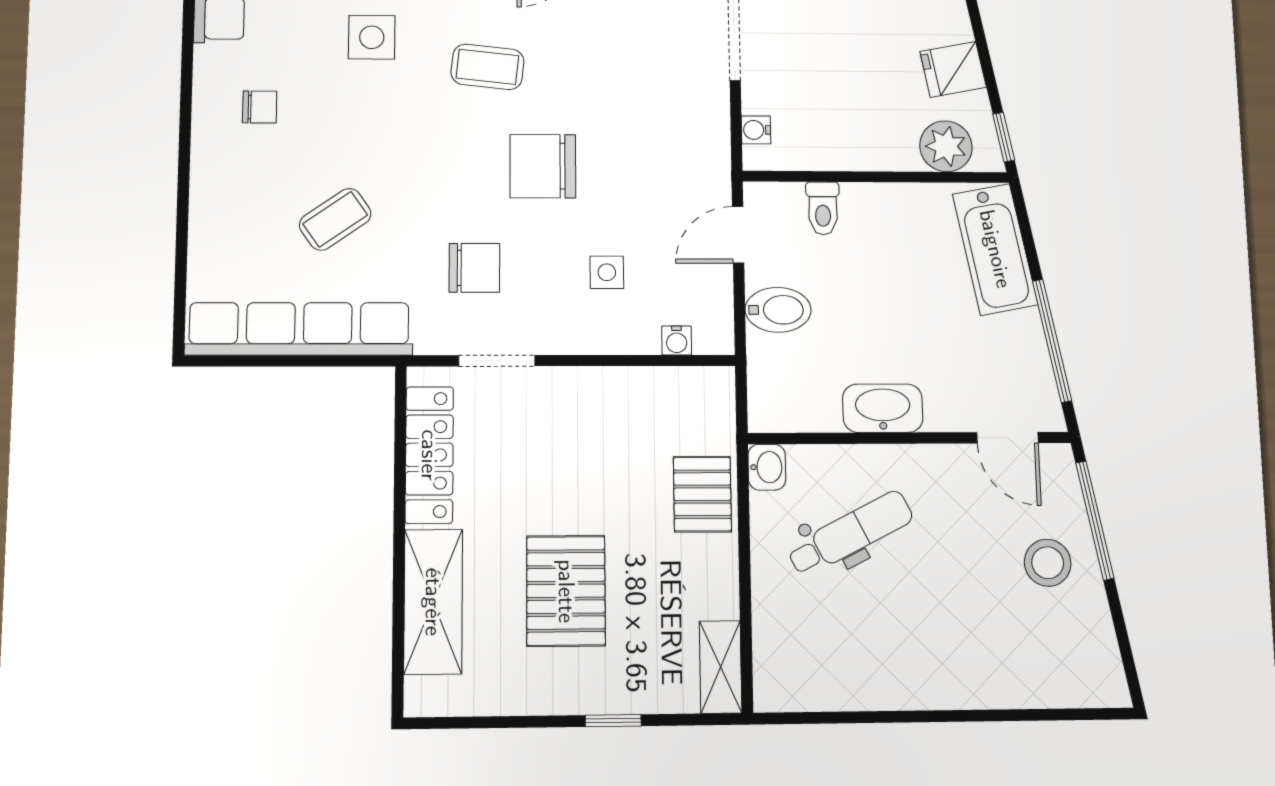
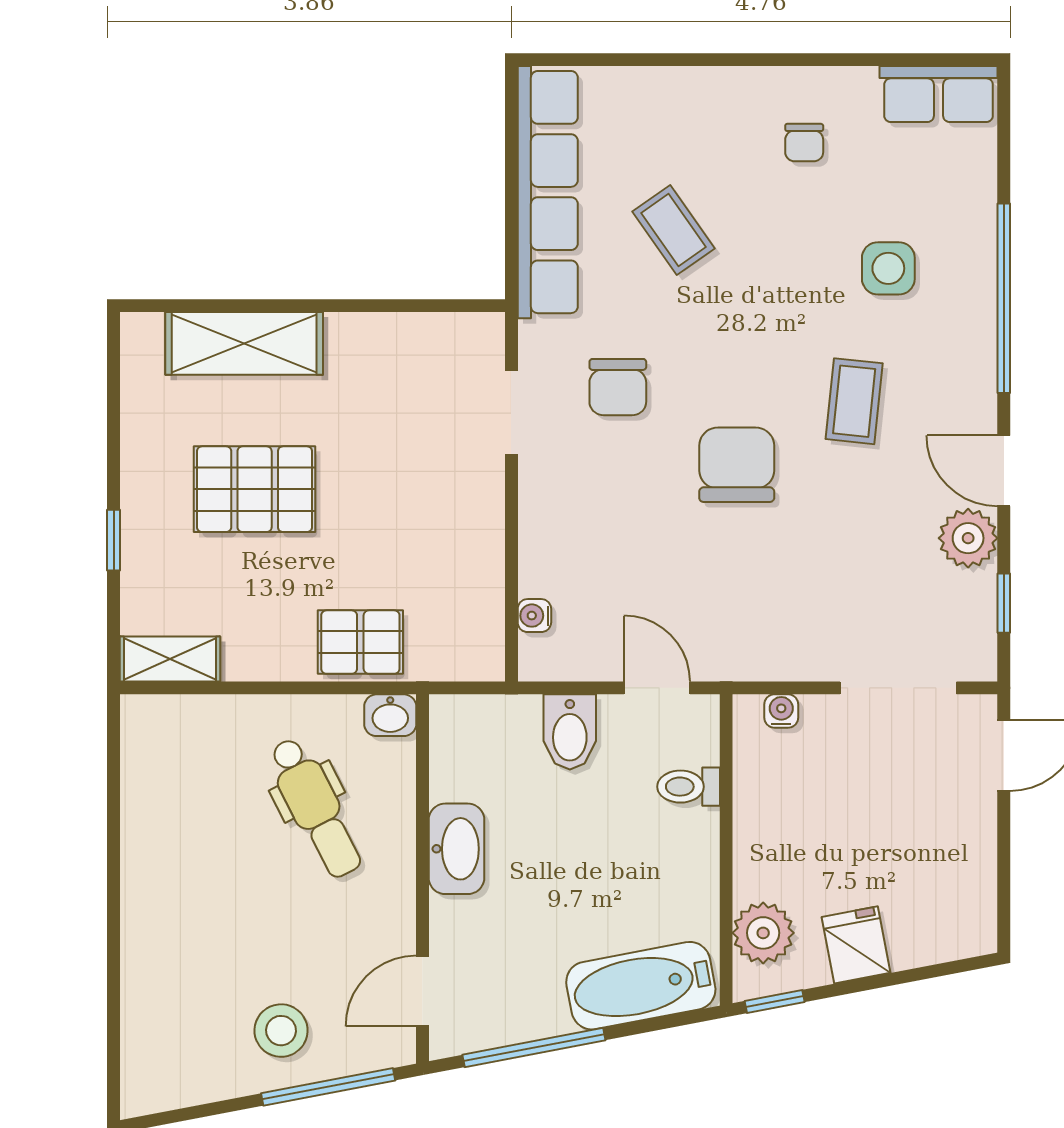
side table: (607, 272) -> (613, 537), removed
locker: (429, 455) -> (406, 338), removed

